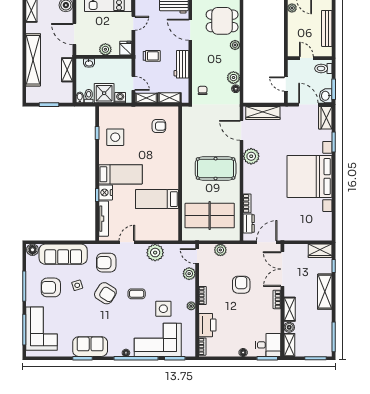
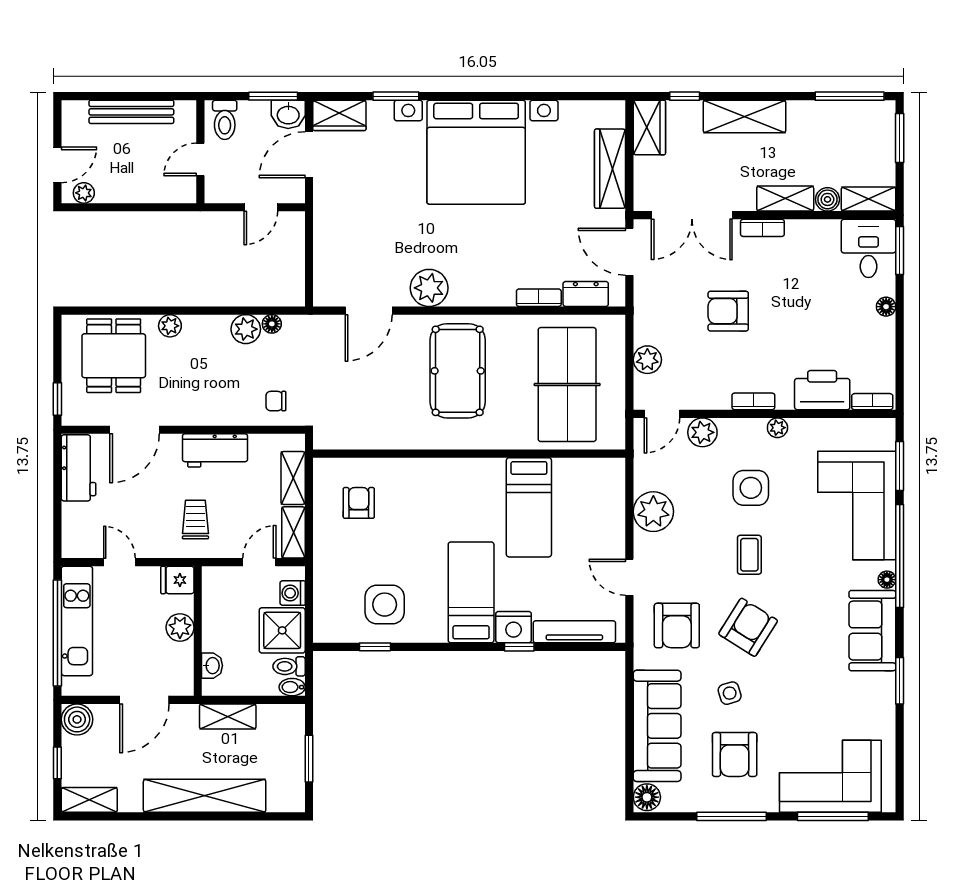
wardrobe: (263, 113) -> (610, 169), moved, turned 180
side table: (163, 309) -> (751, 488), moved
sofa: (90, 347) -> (872, 631), moved

